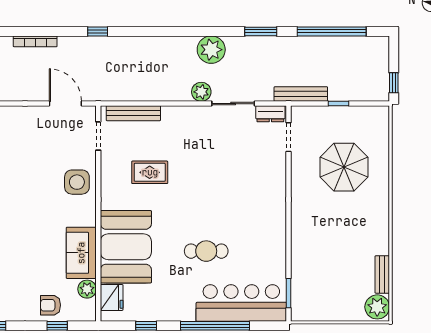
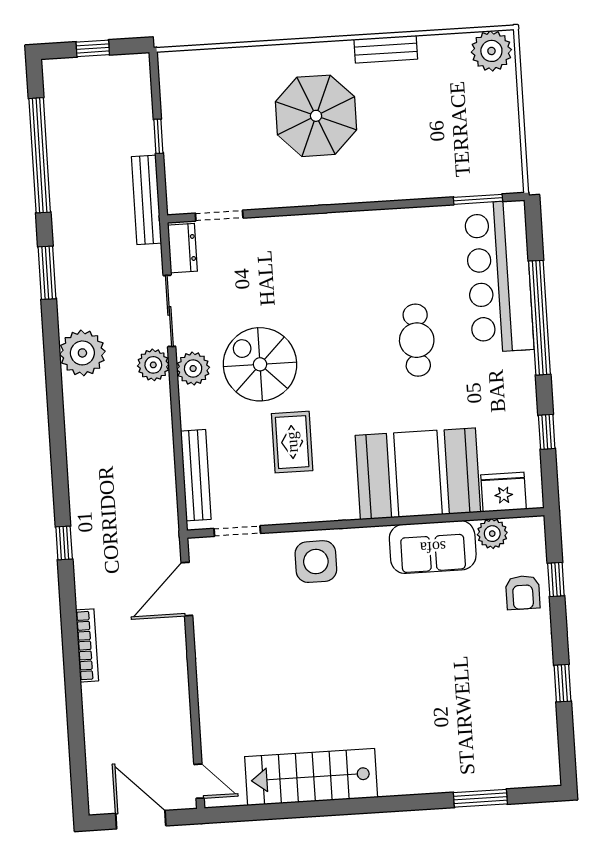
window: (394, 83) -> (93, 48), moved
plant: (198, 116) -> (193, 369), added
spiral stairs: (198, 156) -> (260, 364), added
parasol: (344, 167) -> (316, 116), moved
bench: (382, 274) -> (386, 49), moved

